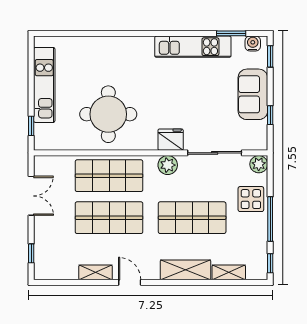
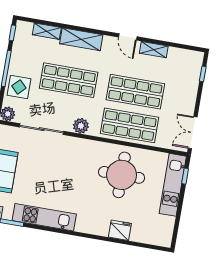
kitchen unit: (44, 85) -> (173, 185), moved
fridge: (171, 140) -> (120, 230), moved, turned 180
double door: (31, 196) -> (193, 133), moved

